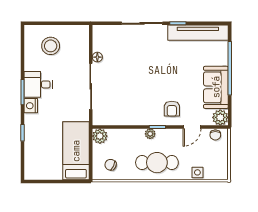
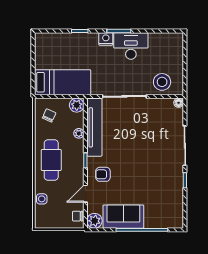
tv unit: (198, 33) -> (94, 127), moved, turned 180
stool: (51, 46) -> (162, 82), moved
floor lamp: (97, 57) -> (179, 103), moved
desk: (38, 84) -> (131, 46), width x1.37
door: (192, 127) -> (85, 194), hinge flipped
plant: (150, 134) -> (79, 133), moved

